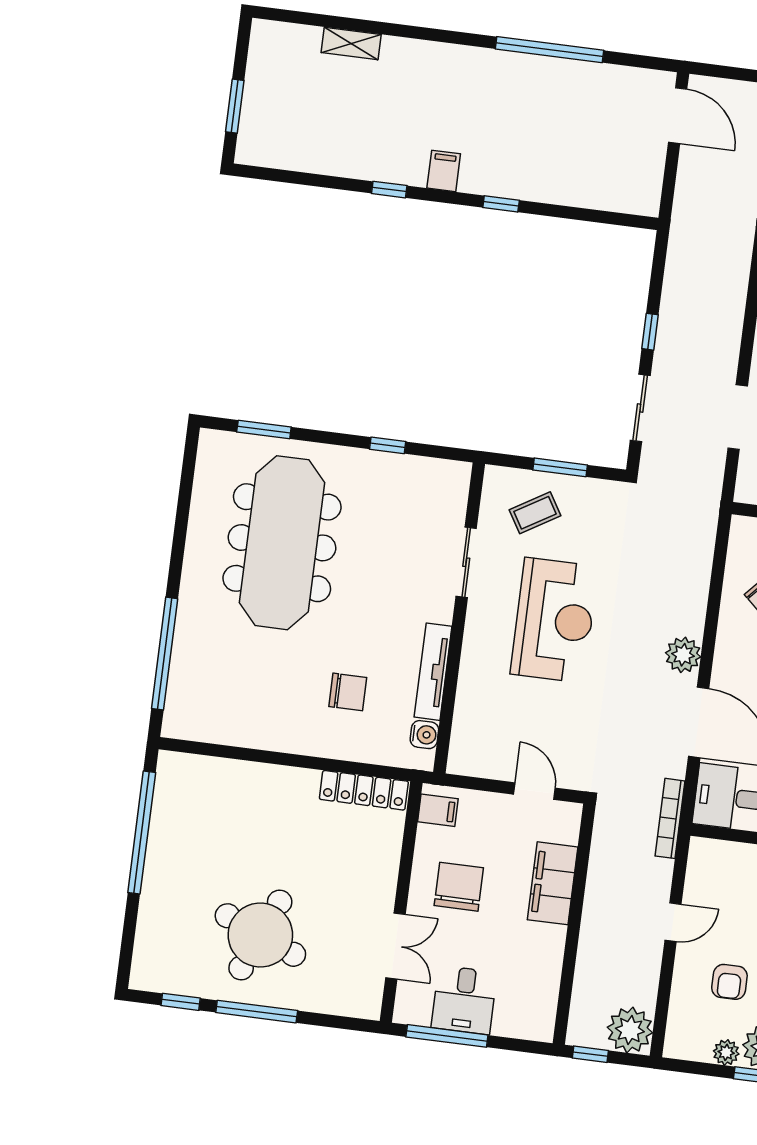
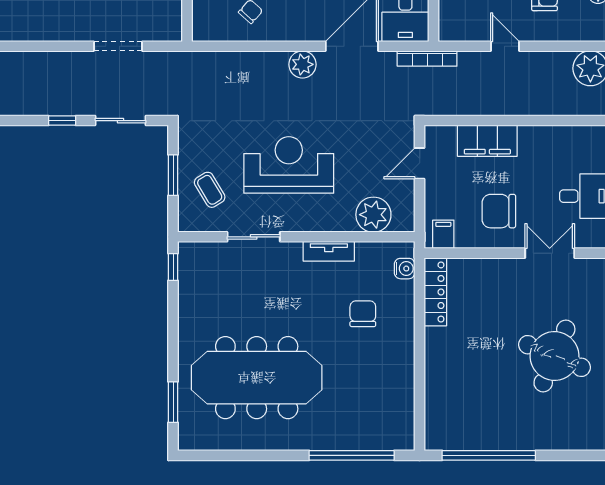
window: (388, 445) -> (173, 267), moved
tv unit: (433, 672) -> (329, 251), width x0.71
plant: (475, 722) -> (373, 215), added
water cooler: (424, 735) -> (405, 269), moved, turned 90

